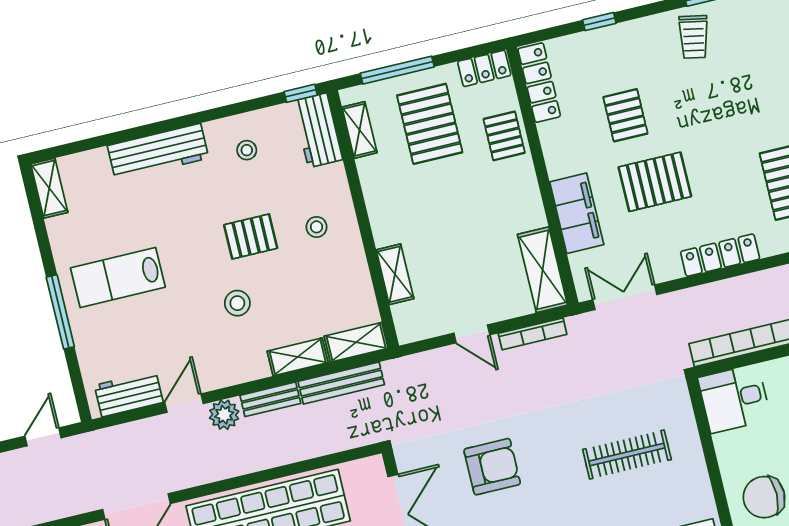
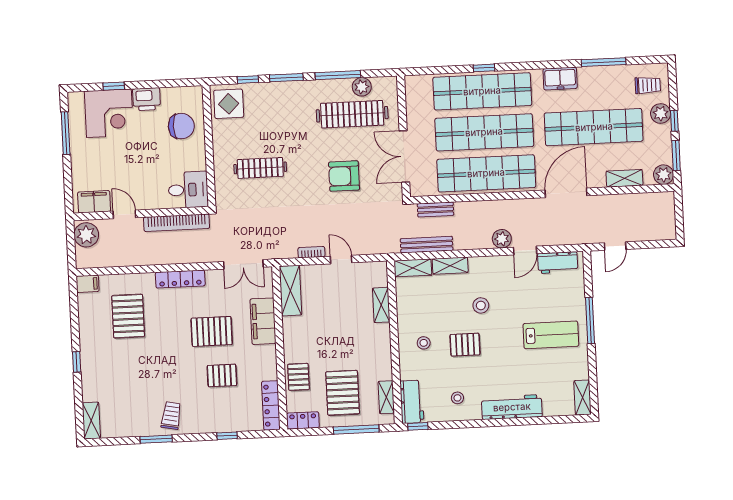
pallet: (625, 115) -> (222, 375), turned 90
bookcase: (533, 334) -> (311, 252), width x0.64
bench: (270, 399) -> (436, 210), moved

